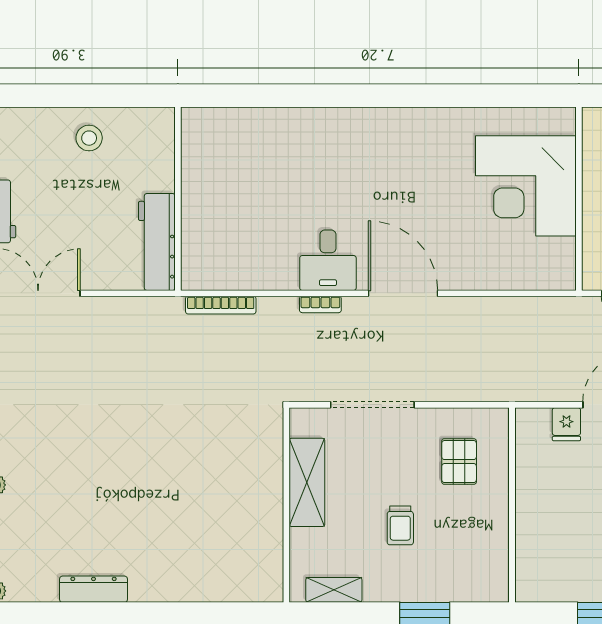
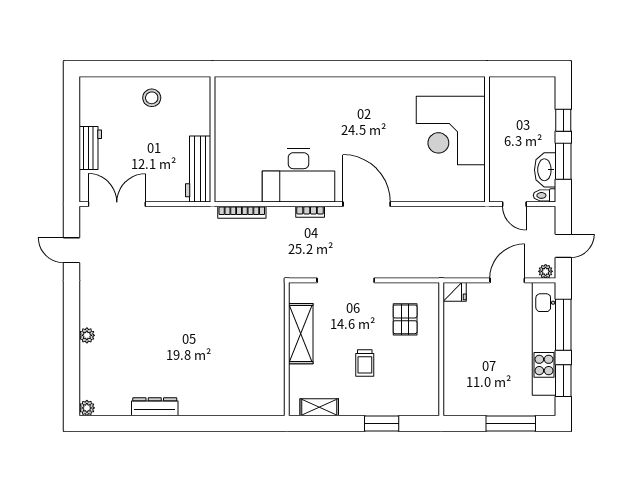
desk: (328, 260) -> (298, 175), width x1.87, depth x1.30
fridge: (566, 424) -> (455, 292), moved, turned -90

